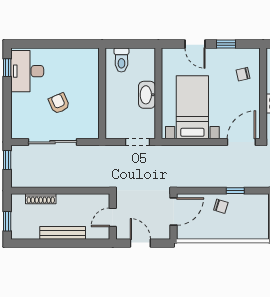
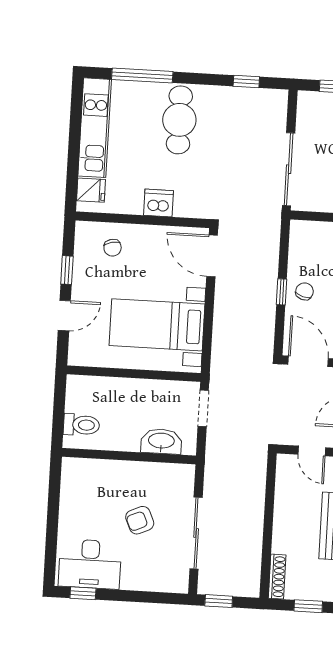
washbasin: (147, 95) -> (161, 441), moved, turned 180
window: (235, 191) -> (282, 292), moved
shoe rack: (41, 199) -> (277, 577), moved

